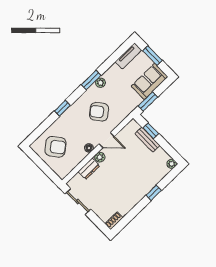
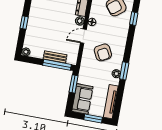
tv unit: (128, 56) -> (111, 102), width x1.41
window: (62, 108) -> (134, 19), moved
armchair: (99, 112) -> (103, 52), turned 101
window: (151, 131) -> (57, 65), width x2.17

